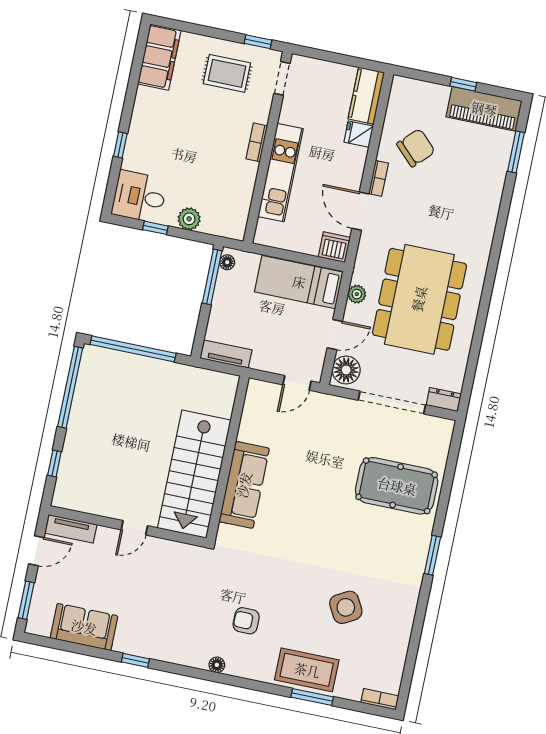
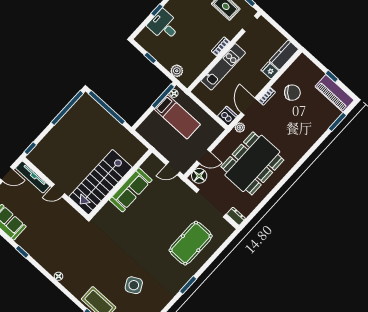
desk: (139, 197) -> (164, 25), moved
plant: (189, 219) -> (177, 71), moved
bed: (299, 282) -> (177, 117), moved, turned 180
plant: (357, 294) -> (240, 128), moved
tv unit: (226, 354) -> (148, 135), removed
window: (54, 464) -> (30, 148), moved
sofa: (244, 485) -> (131, 190), moved
pool table: (397, 486) -> (191, 243), turned 90
tv unit: (71, 529) -> (33, 177), width x1.41
armchair: (246, 621) -> (84, 264), removed

